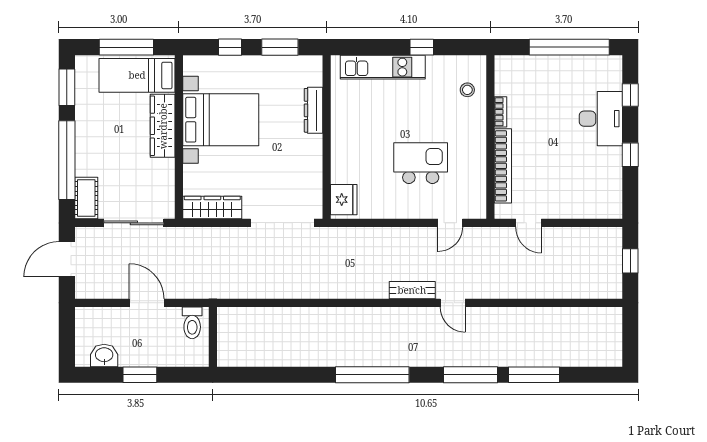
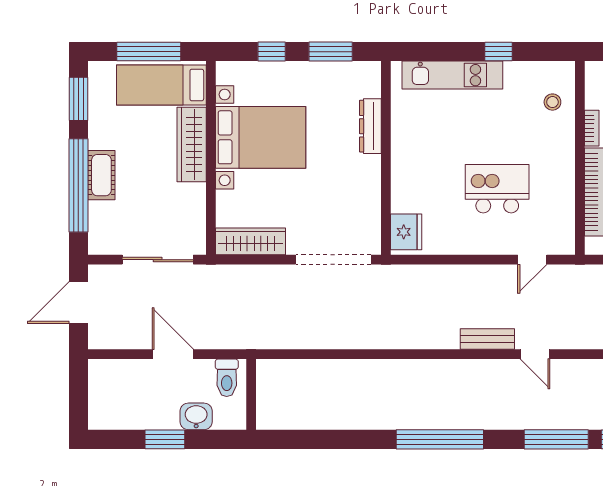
cot: (86, 198) -> (101, 175), moved
washbasin: (104, 355) -> (196, 416), moved

